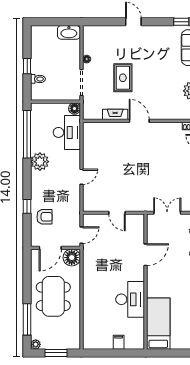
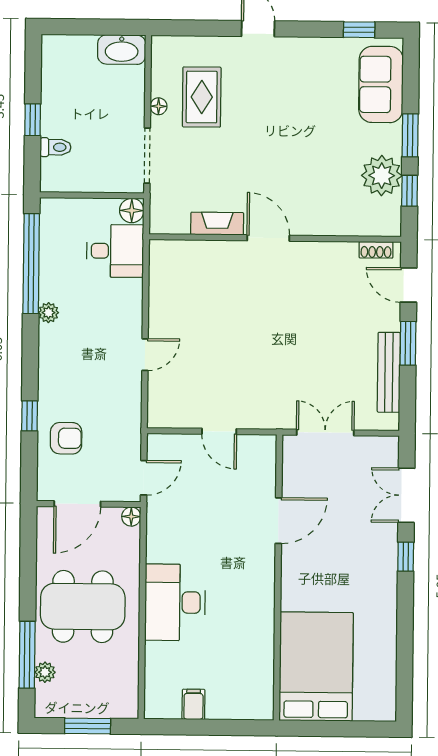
rug: (123, 78) -> (202, 97), moved
desk: (67, 132) -> (115, 251), width x0.73
plant: (40, 162) -> (49, 313), width x0.53, depth x0.53
floor lamp: (72, 258) -> (131, 517), width x0.53, depth x0.53
dining table: (53, 296) -> (83, 607), turned 90
desk: (130, 299) -> (175, 602), moved, turned 180
bed: (158, 324) -> (316, 667), width x1.50
filing cabinet: (119, 342) -> (193, 704), moved
plant: (36, 344) -> (45, 672), moved

